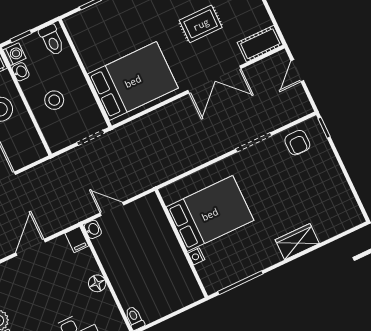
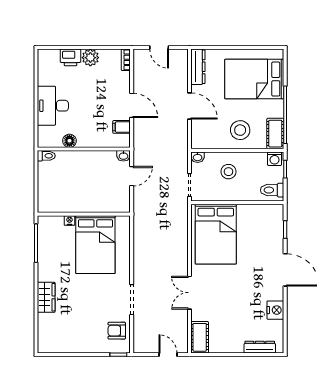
rug: (201, 24) -> (234, 302), removed
washbasin: (21, 72) -> (198, 157), moved
double door: (214, 79) -> (190, 293), width x0.73
filing cabinet: (77, 240) -> (122, 127), moved
floor lamp: (97, 283) -> (69, 141), moved

